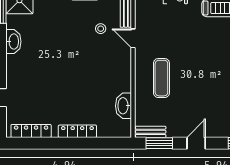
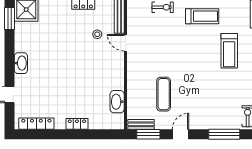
washbasin: (13, 42) -> (21, 63), moved
exercise mat: (161, 78) -> (164, 94), moved
locker: (77, 131) -> (77, 124), width x0.66

